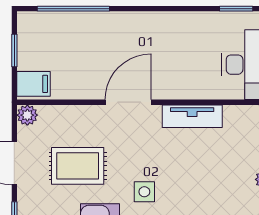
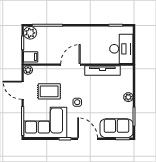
plant: (32, 26) -> (30, 33), added
tv unit: (192, 116) -> (102, 70), width x1.41

